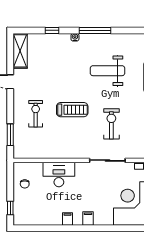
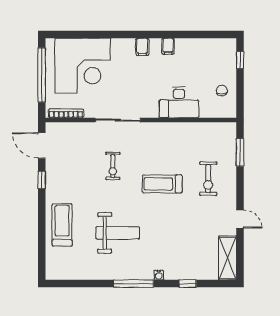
exercise bike: (111, 124) -> (113, 166), width x0.73, depth x0.72

